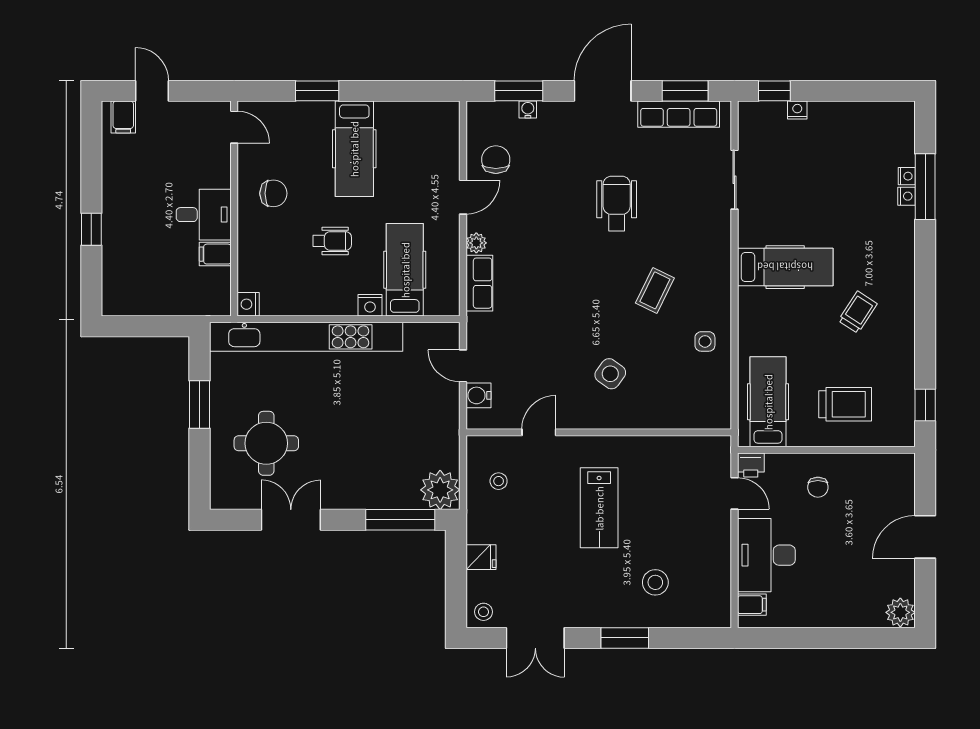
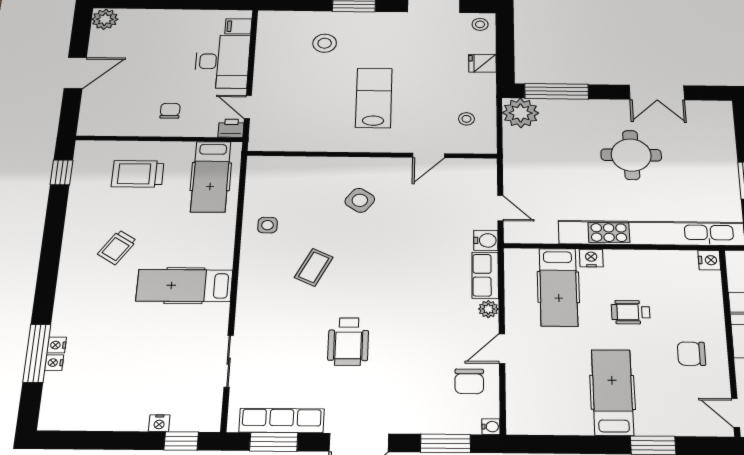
water cooler: (528, 110) -> (491, 427), moved, turned -90
water cooler: (478, 395) -> (486, 240), moved
round table: (266, 443) -> (631, 155), moved

